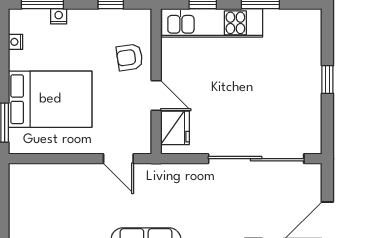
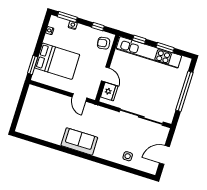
kitchen unit: (212, 23) -> (149, 52), width x1.36
armchair: (130, 57) -> (104, 43), moved
window: (327, 79) -> (184, 91), width x3.17

